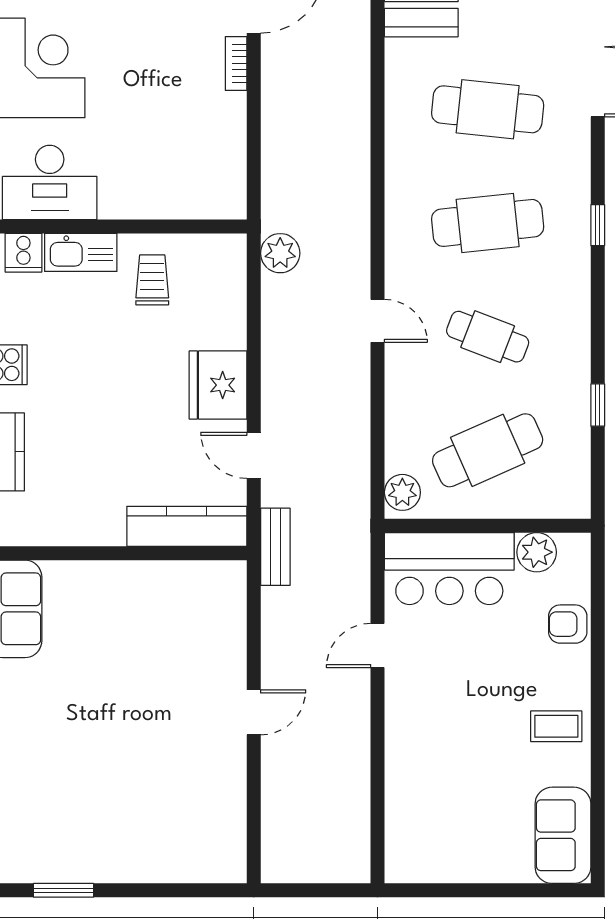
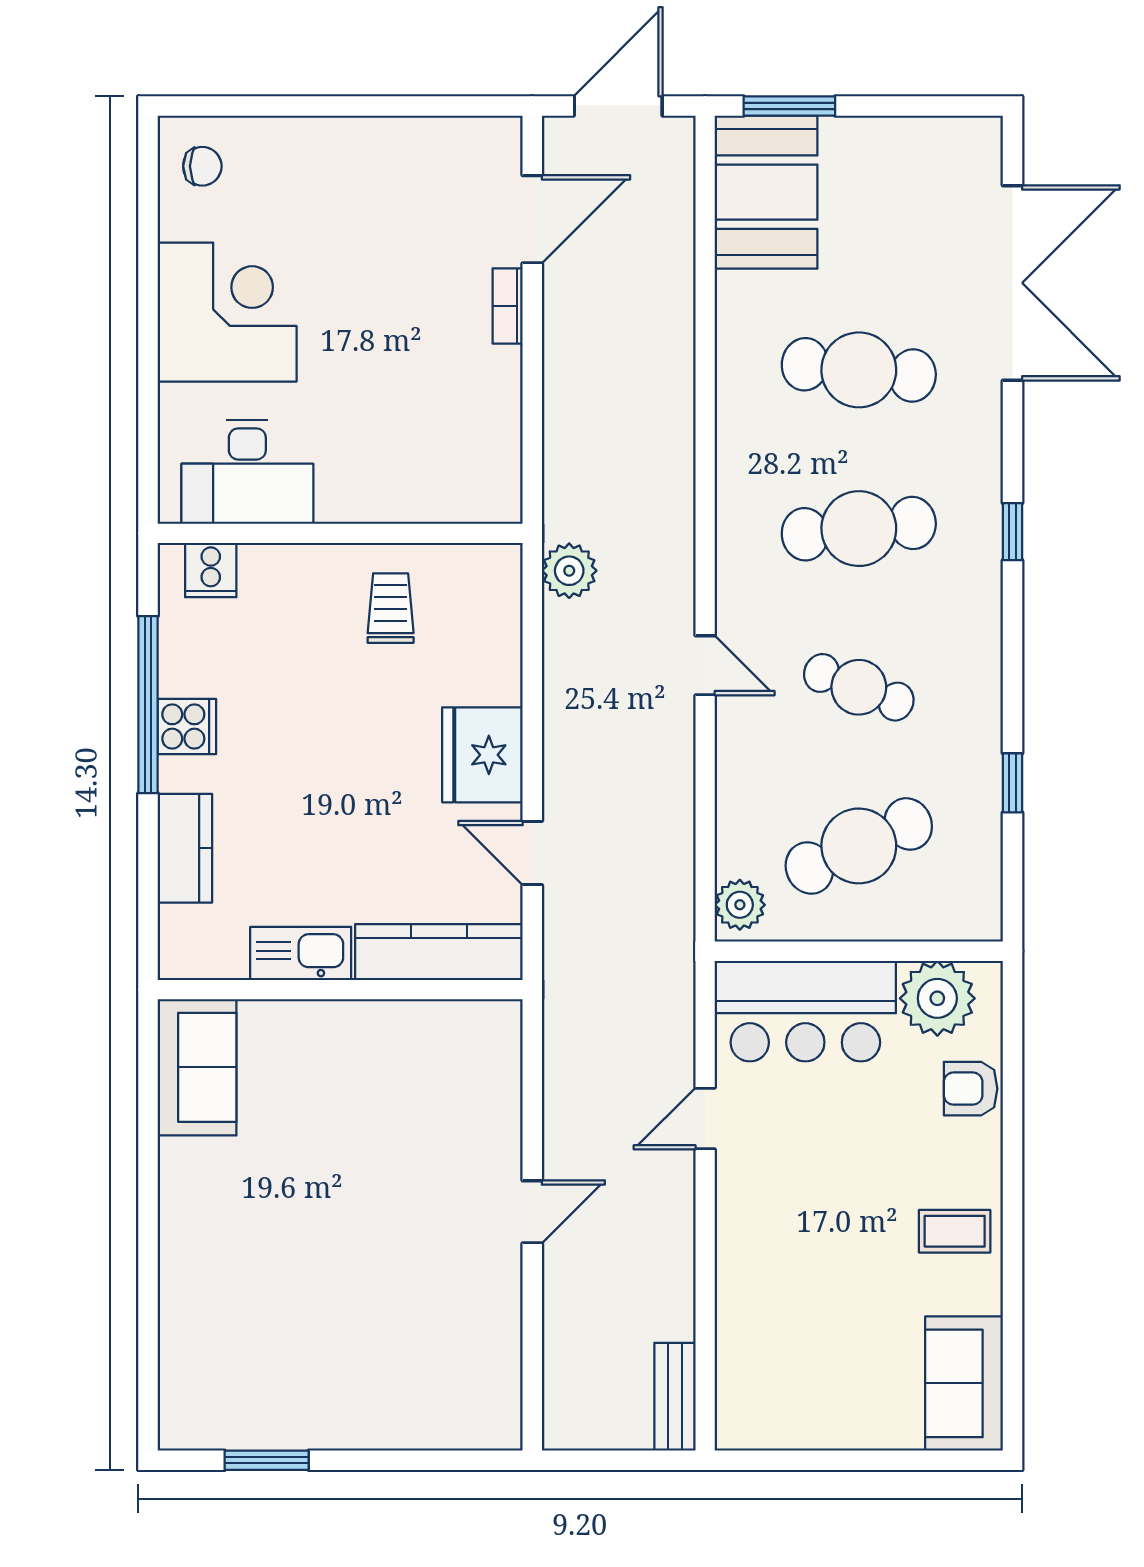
kitchen sink: (81, 252) -> (301, 953), moved, turned 180
bench: (275, 547) -> (675, 1397), moved
plant: (537, 552) -> (937, 998), width x1.36, depth x1.36

